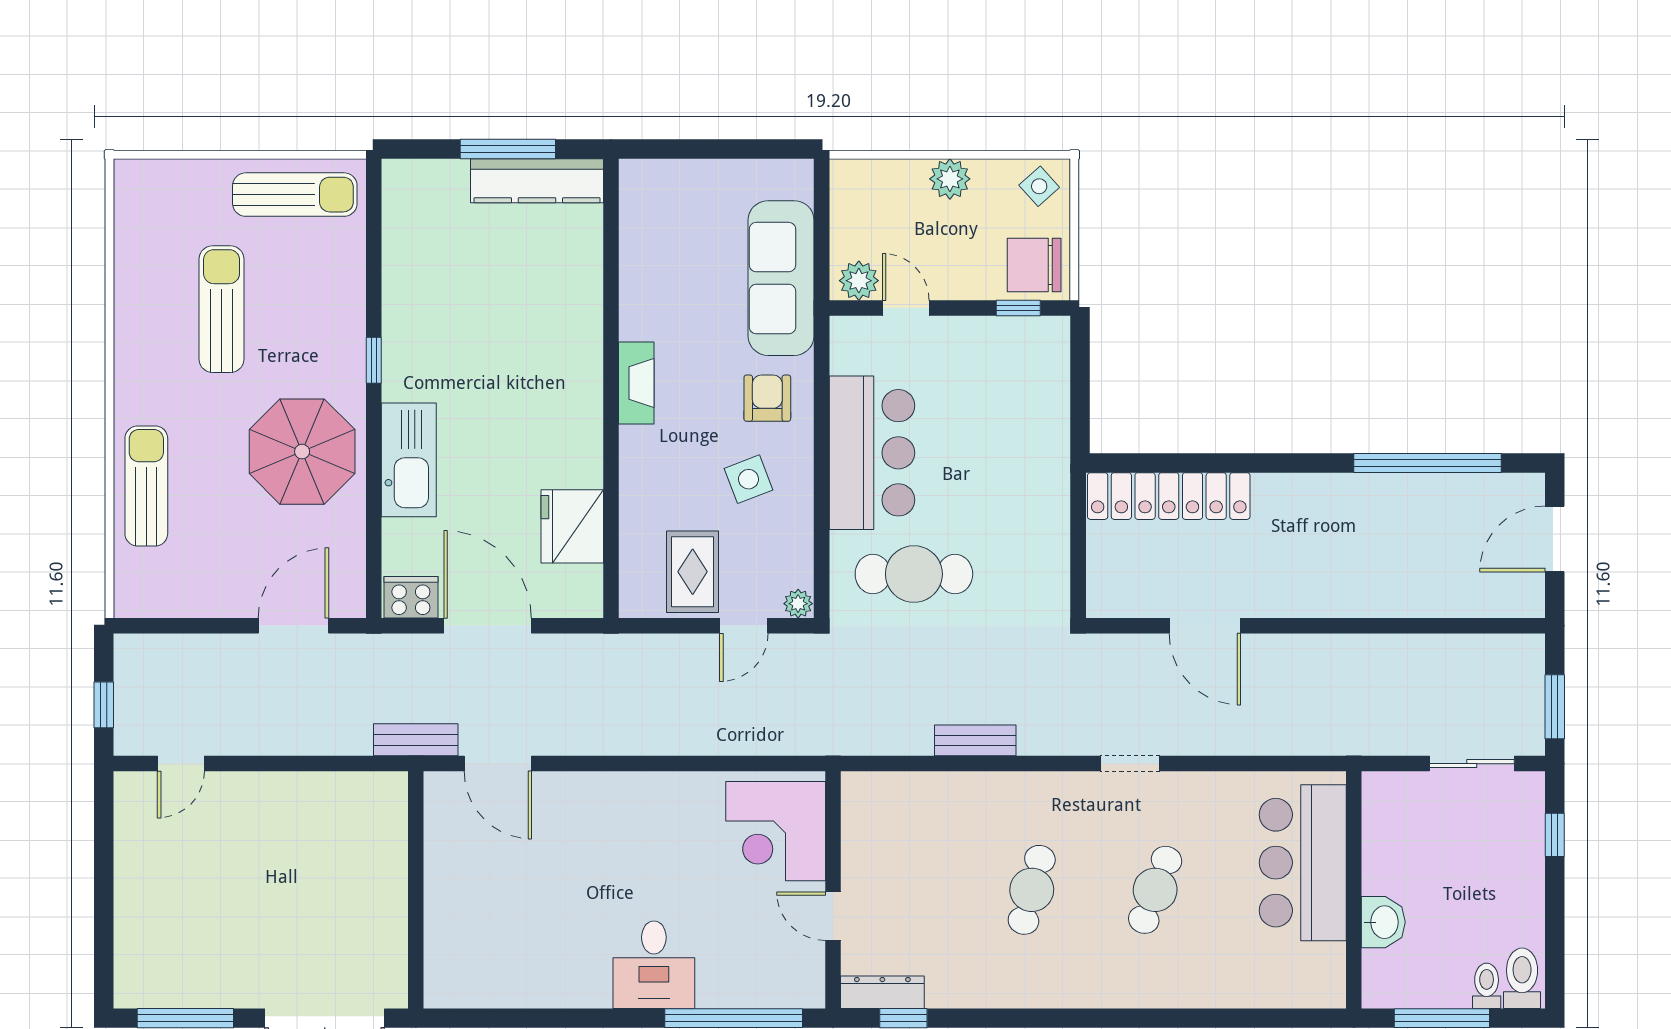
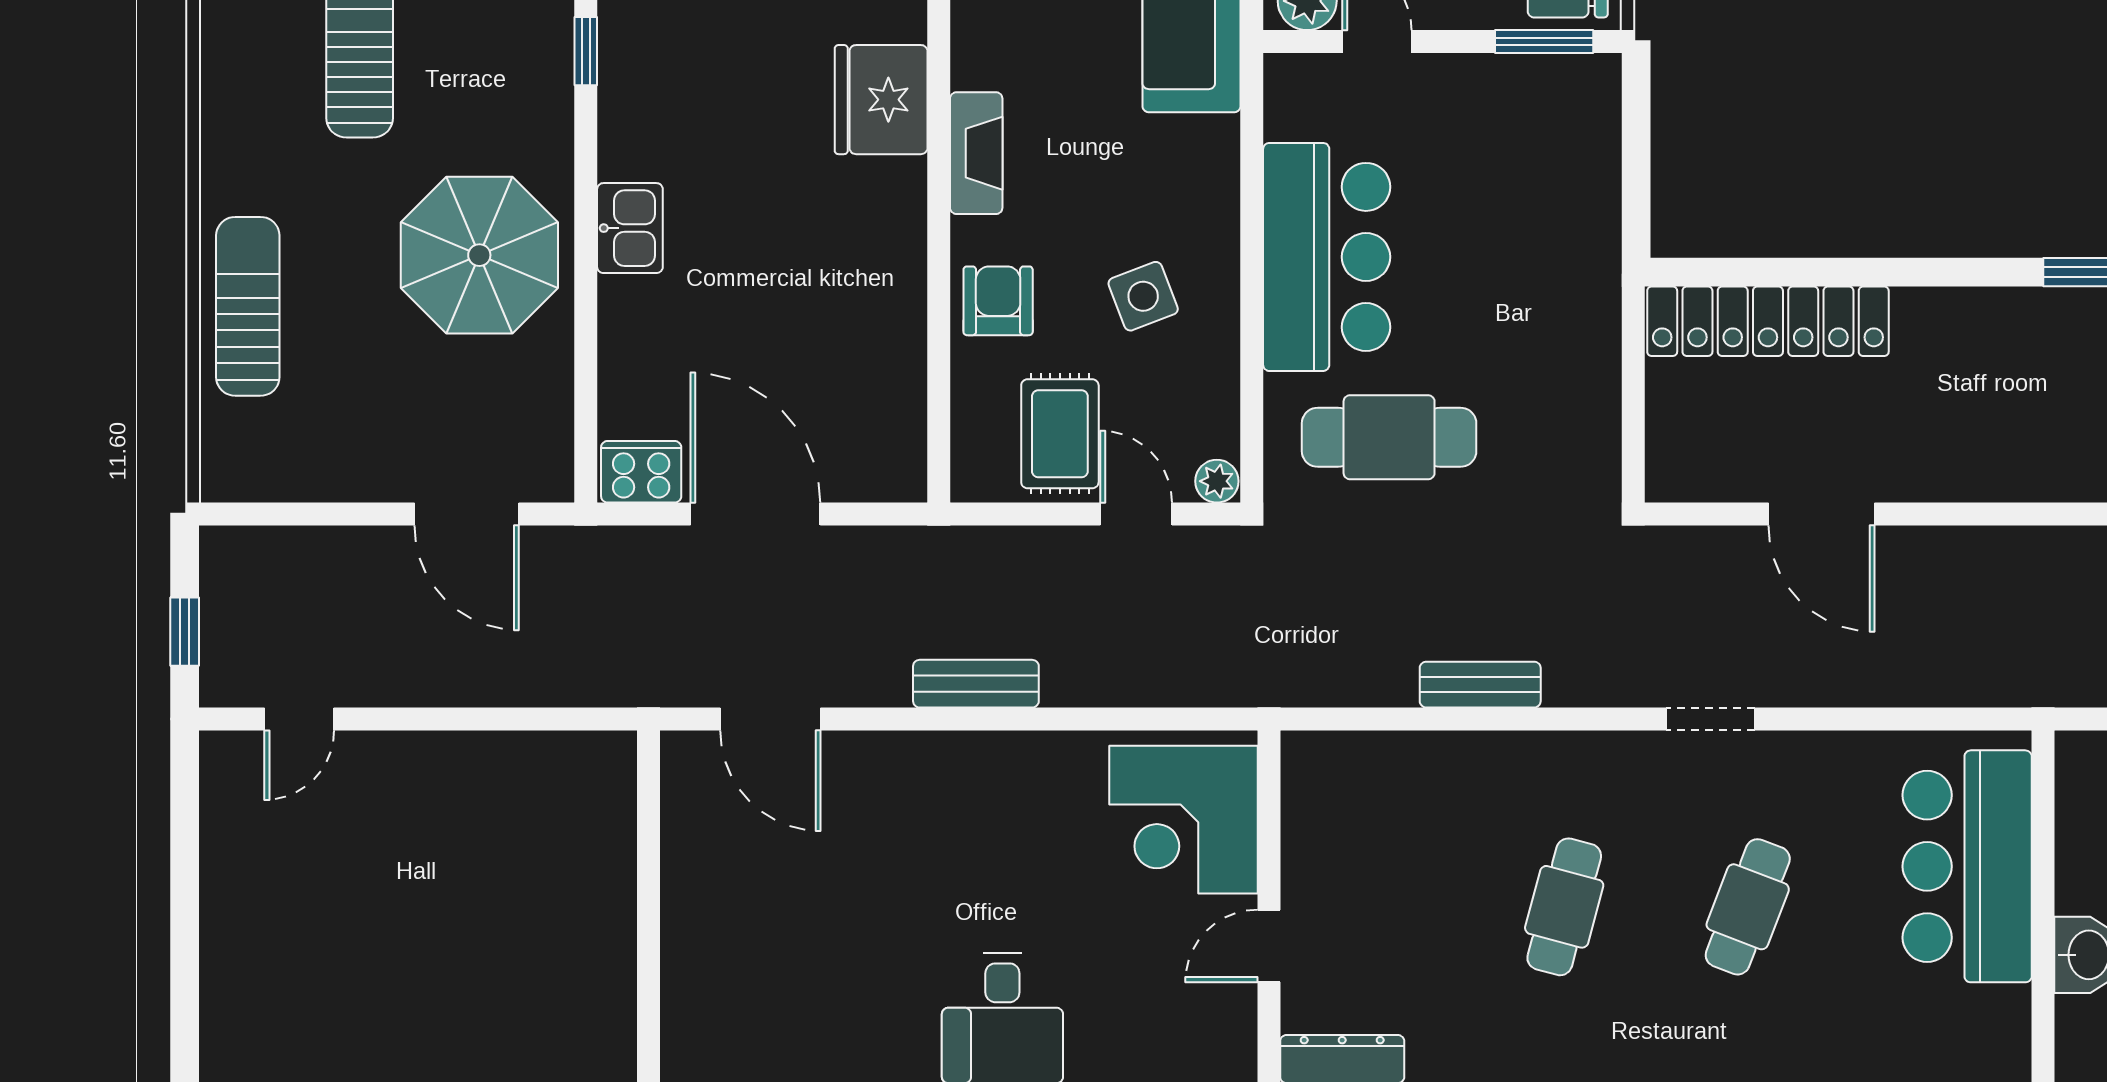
window: (1018, 308) -> (1544, 42), width x1.50
window: (374, 360) -> (586, 51), moved
armchair: (767, 398) -> (998, 301), moved
kitchen sink: (409, 460) -> (630, 228), width x0.53, depth x0.81
fridge: (572, 526) -> (881, 100), moved
door: (294, 626) -> (467, 514), swing flipped
door: (744, 626) -> (1136, 514), swing flipped
bench: (416, 740) -> (976, 684), moved
door: (833, 916) -> (1269, 946), hinge flipped

